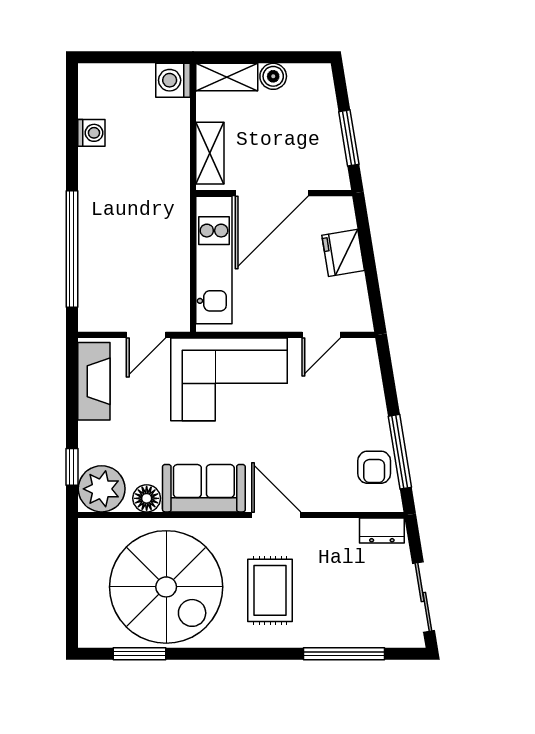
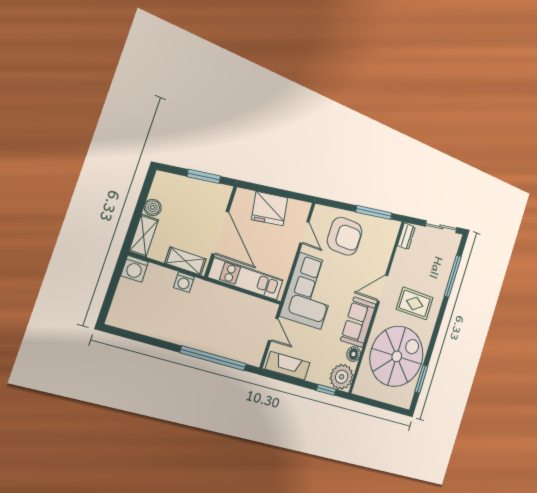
washing machine: (91, 133) -> (184, 282), moved, turned 180
fridge: (343, 253) -> (270, 209), width x1.36, depth x1.34
armchair: (374, 467) -> (345, 236), moved, width x1.88, depth x1.88

